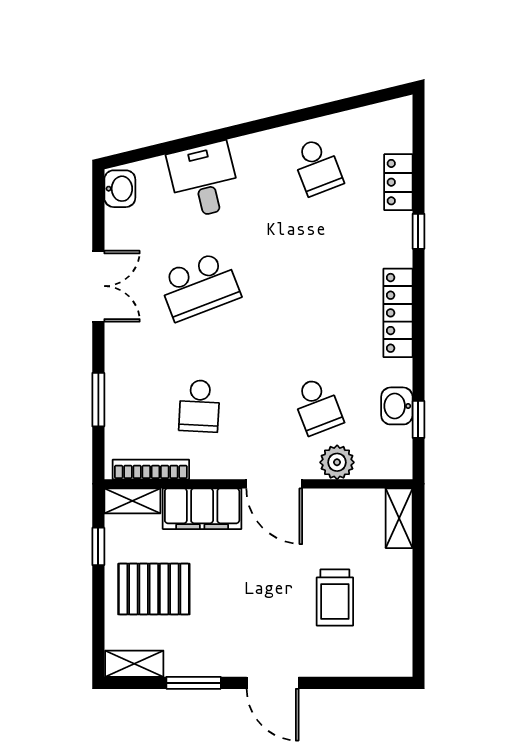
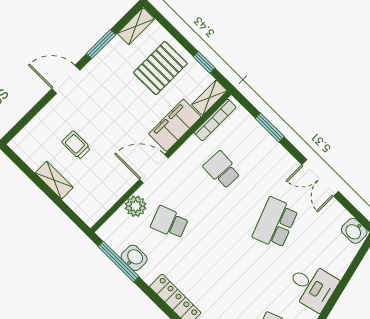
desk: (204, 180) -> (312, 286), moved
window: (418, 419) -> (118, 262), width x2.17
shelving: (399, 518) -> (54, 180), moved
trolley: (335, 598) -> (76, 145), width x0.73, depth x0.72

